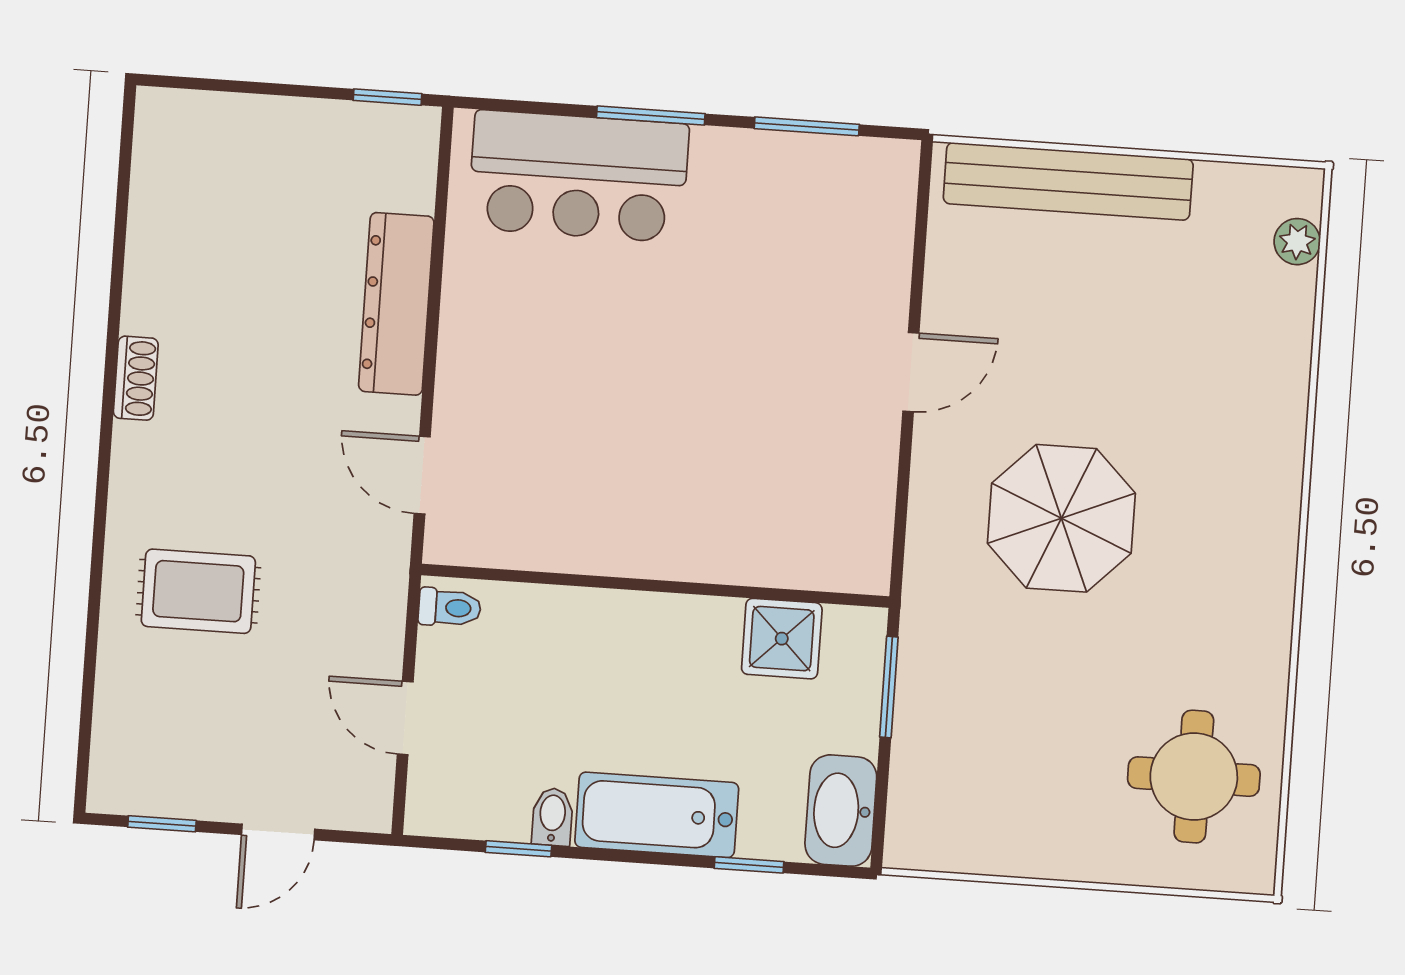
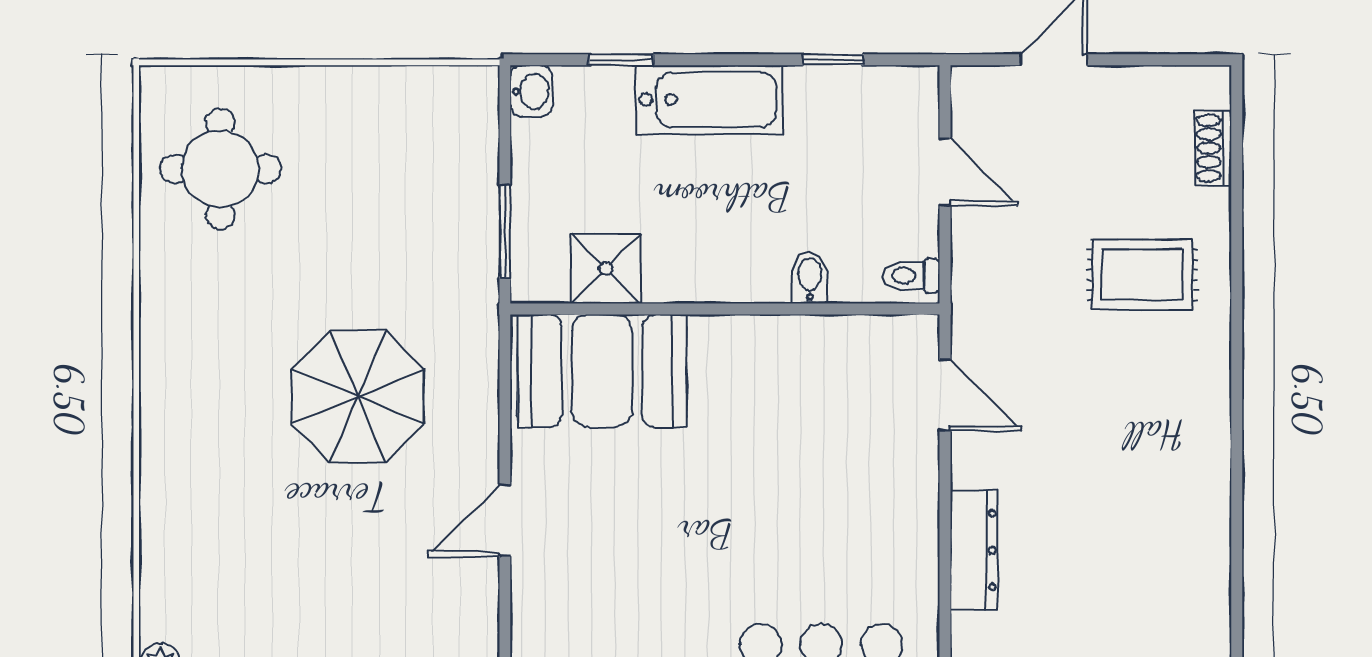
dresser: (396, 304) -> (974, 550), width x0.73, depth x0.80
shoe rack: (136, 378) -> (1213, 148), moved
booth: (794, 528) -> (602, 371), added
washbasin: (841, 811) -> (531, 91), width x0.52, depth x0.69
bidet: (552, 817) -> (810, 278), moved, turned 180
window: (162, 824) -> (1161, 60), removed

